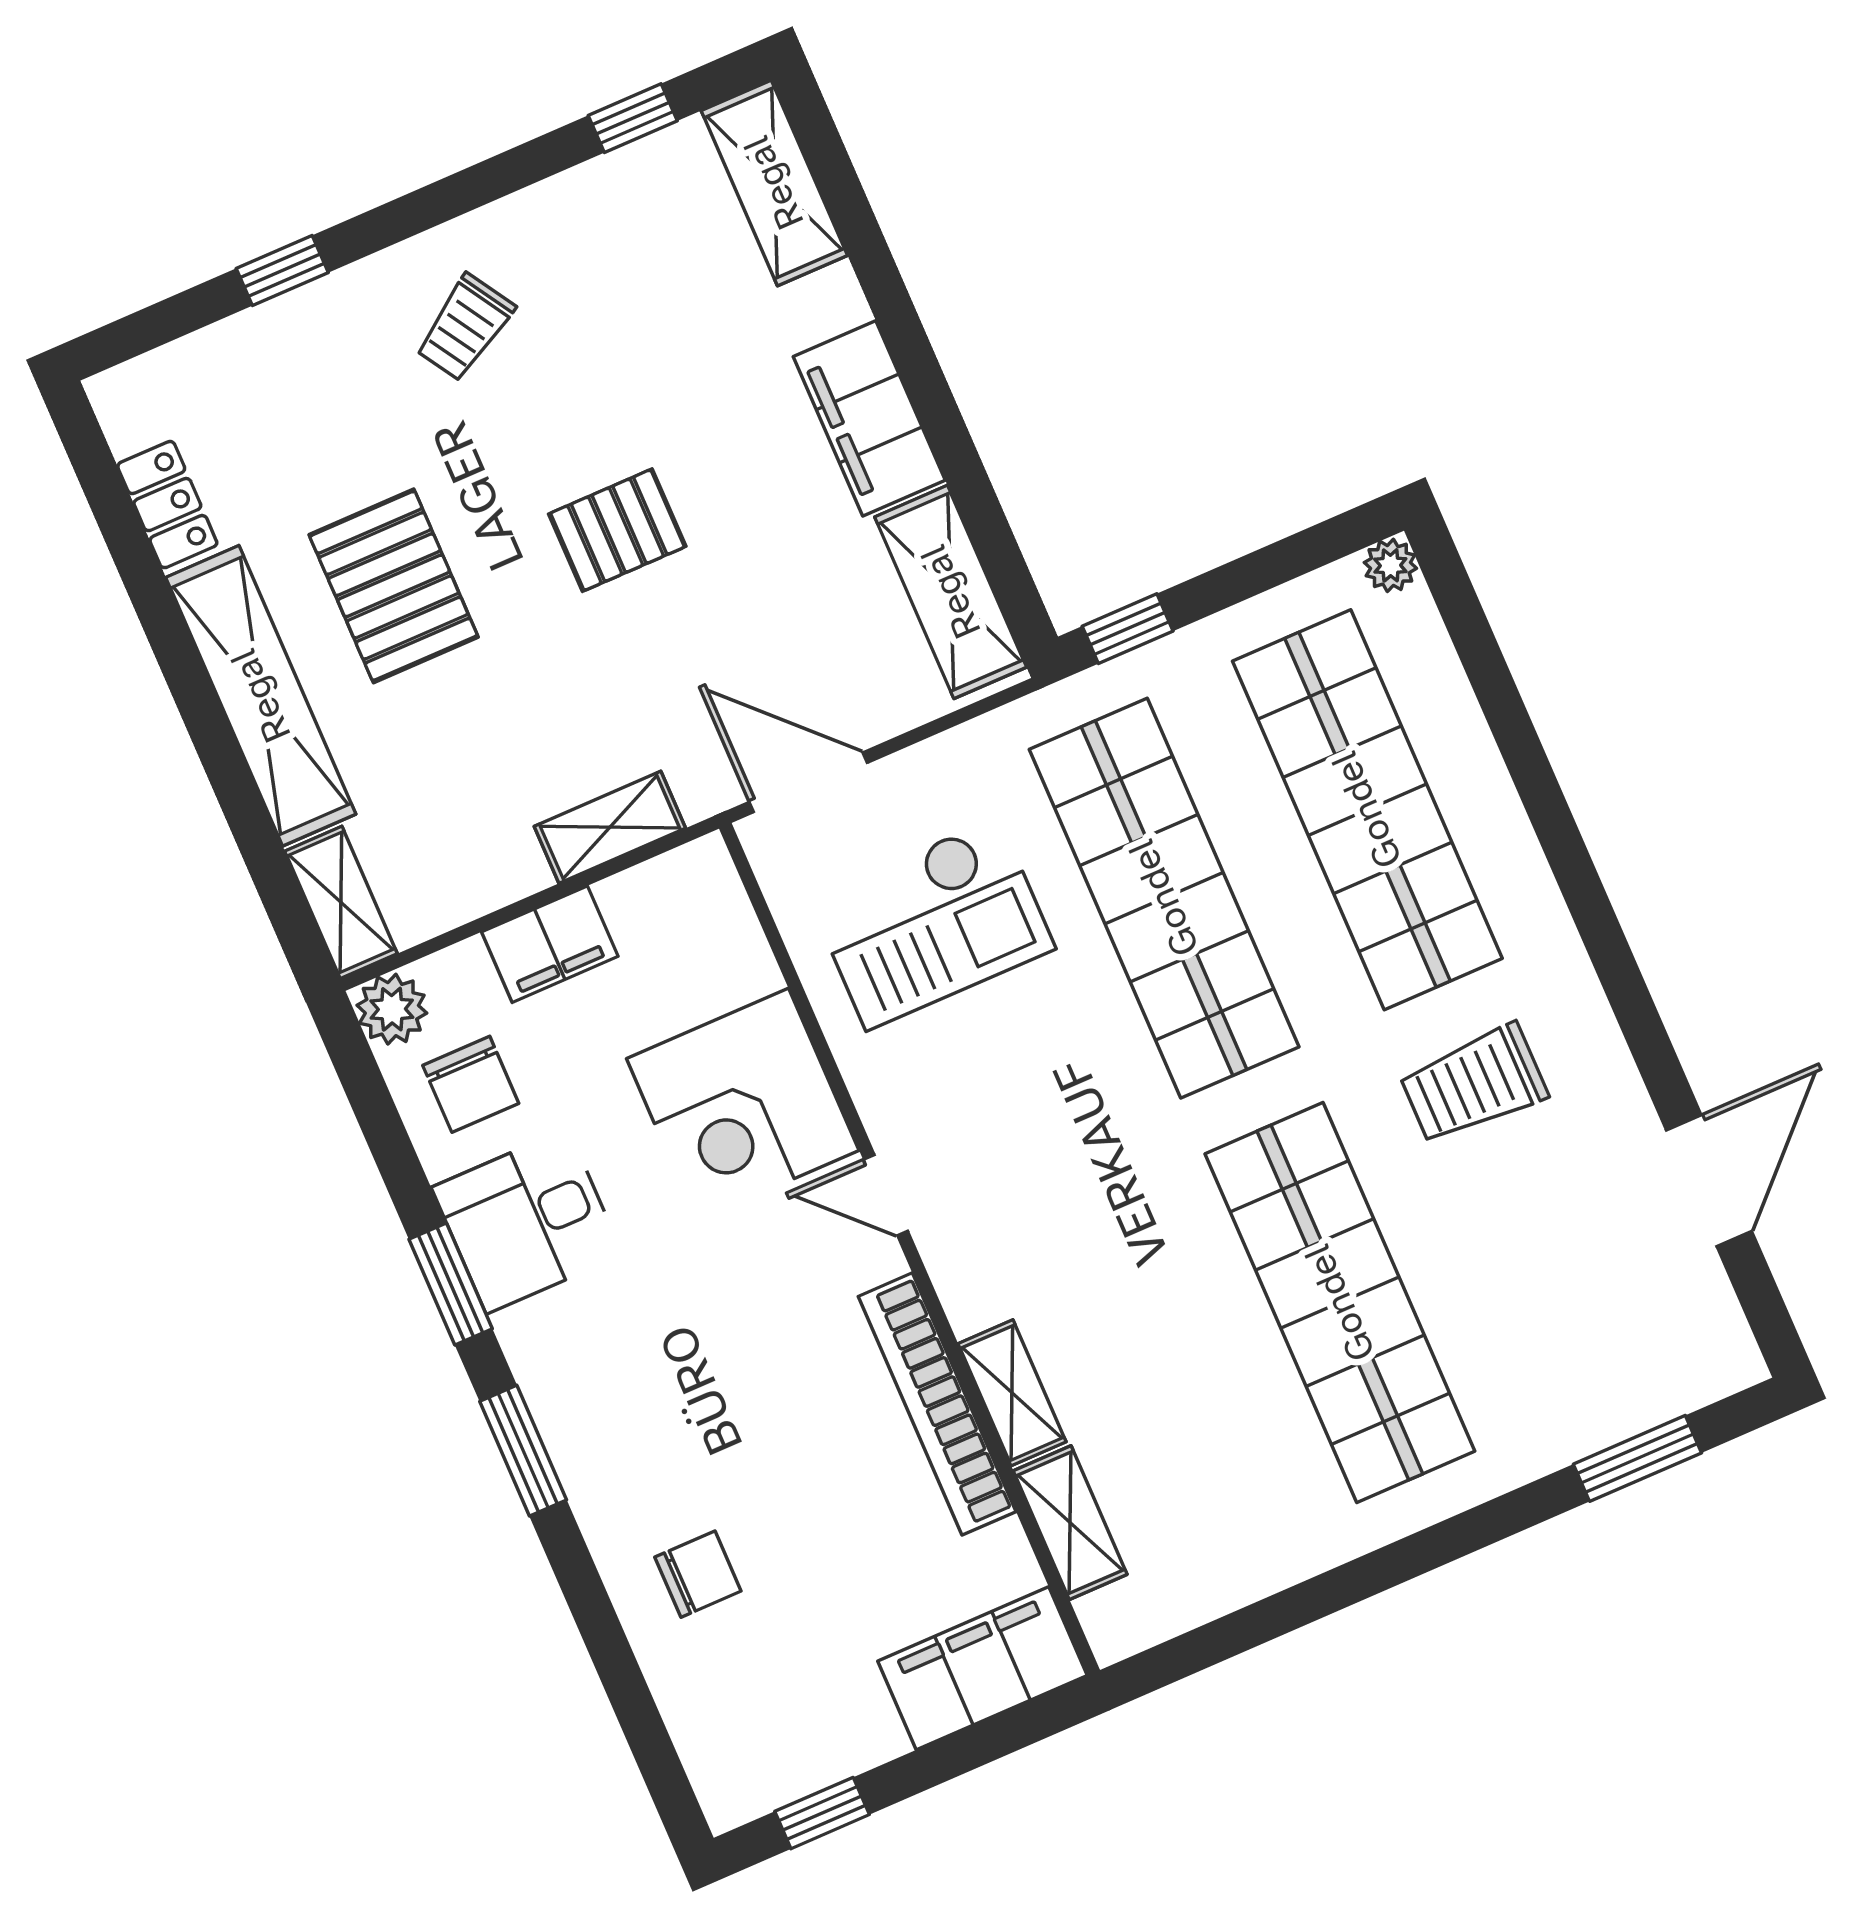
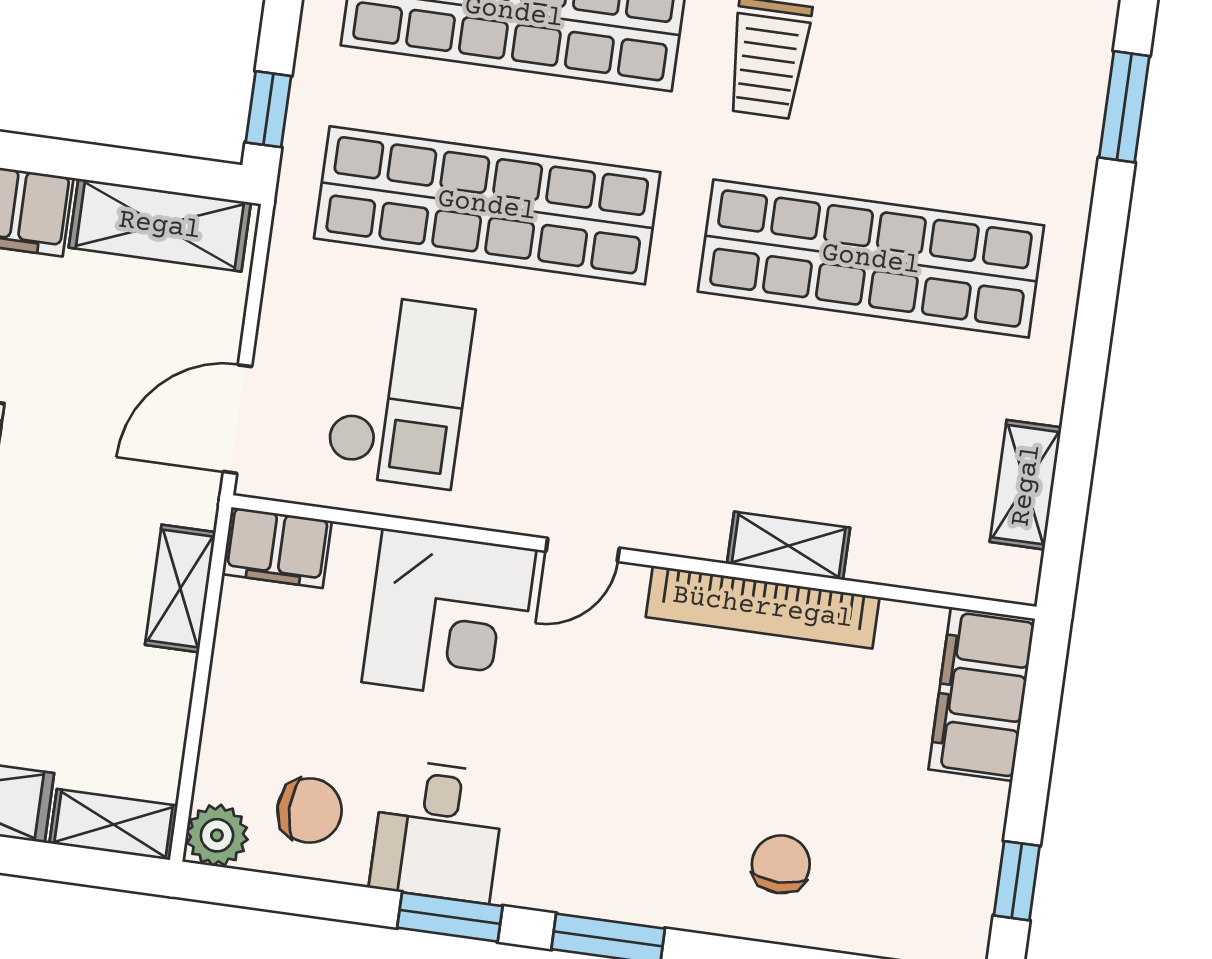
filing cabinet: (550, 944) -> (277, 548), moved, turned 90
shelving: (1070, 1523) -> (1026, 485), moved, turned 90

